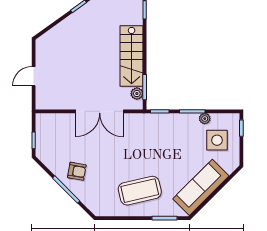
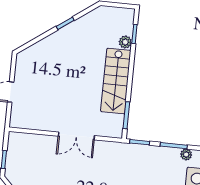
plant: (137, 94) -> (125, 42), moved
double door: (100, 111) -> (76, 136), width x0.73

